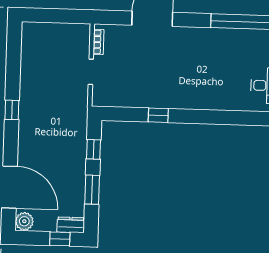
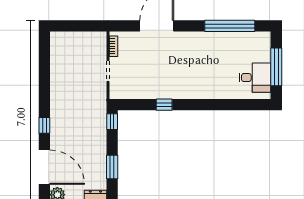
window: (12, 110) -> (44, 125), moved
window: (93, 149) -> (112, 122), moved

